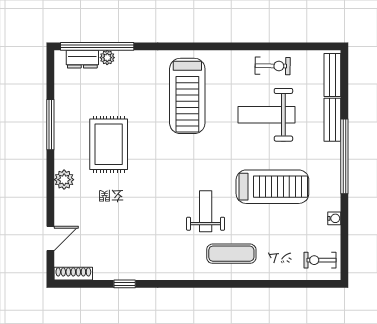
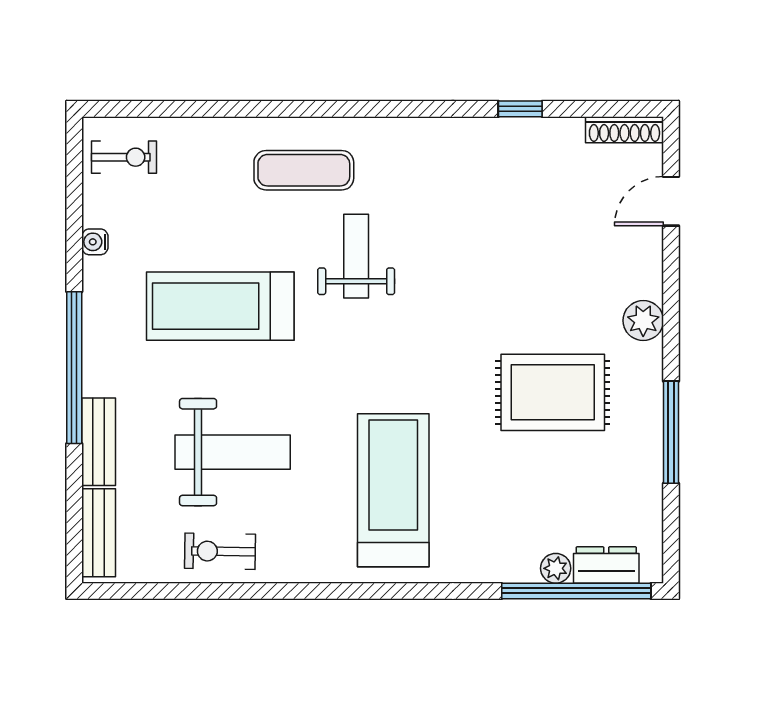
rug: (109, 144) -> (553, 392), turned 90
weight bench: (206, 211) -> (356, 256), turned 180

